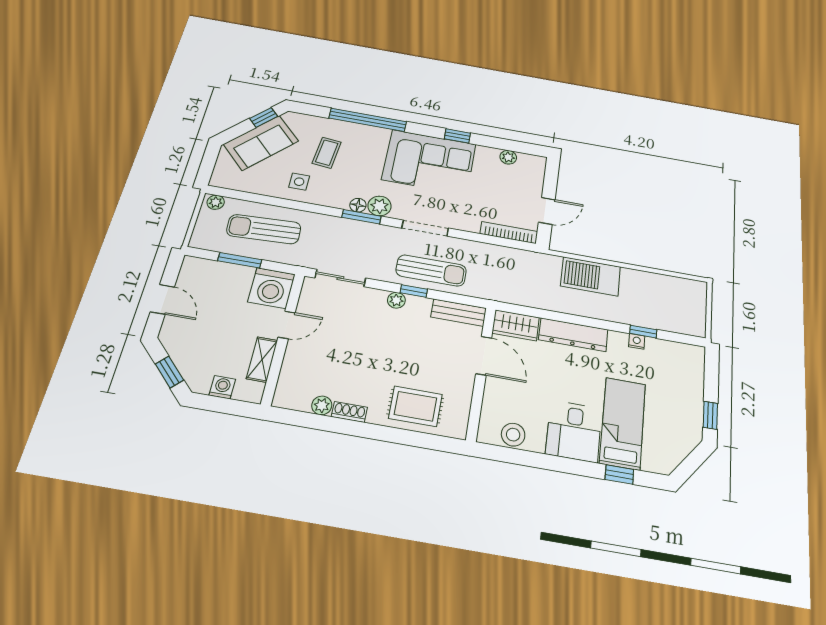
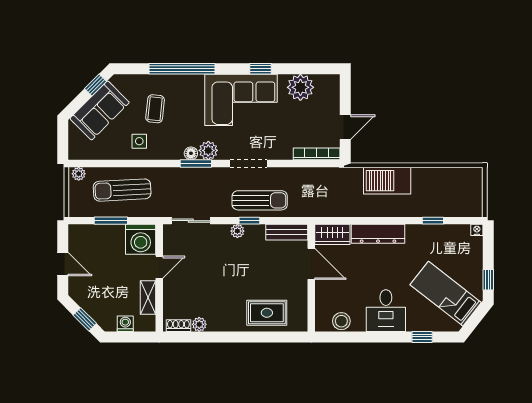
plant: (508, 157) -> (300, 87), width x1.88, depth x1.88
nightstand: (637, 341) -> (477, 230), moved
shoe rack: (349, 412) -> (178, 326), moved
bed: (623, 423) -> (446, 294), moved, turned -52

